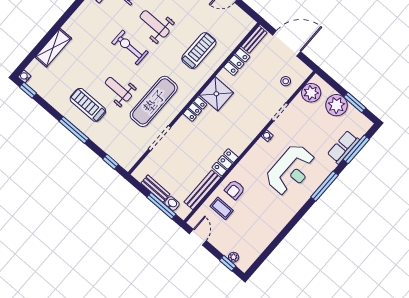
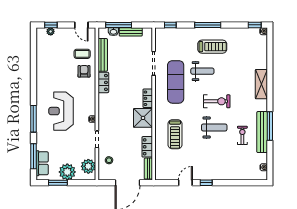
shelving: (53, 48) -> (261, 84), moved
row of seats: (343, 147) -> (42, 163), moved

